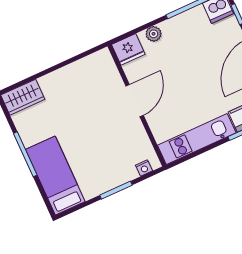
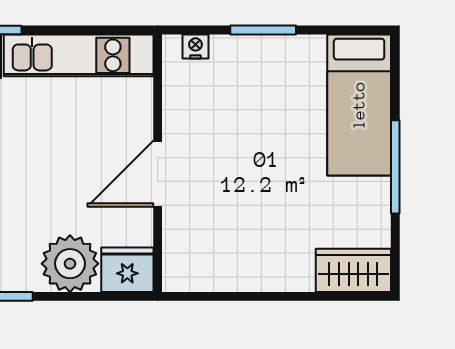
plant: (154, 34) -> (70, 264), width x1.88, depth x1.88

